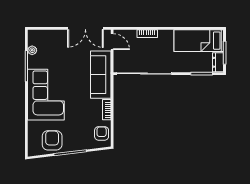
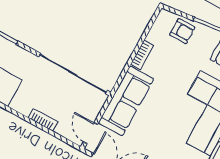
armchair: (102, 133) -> (182, 31), moved, turned -90

